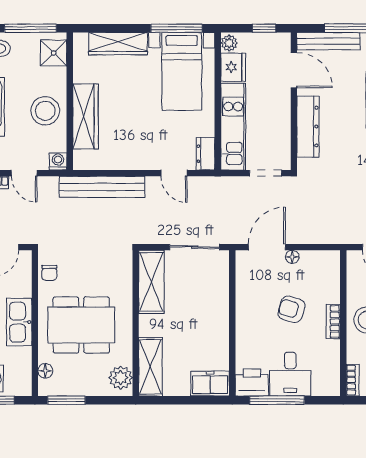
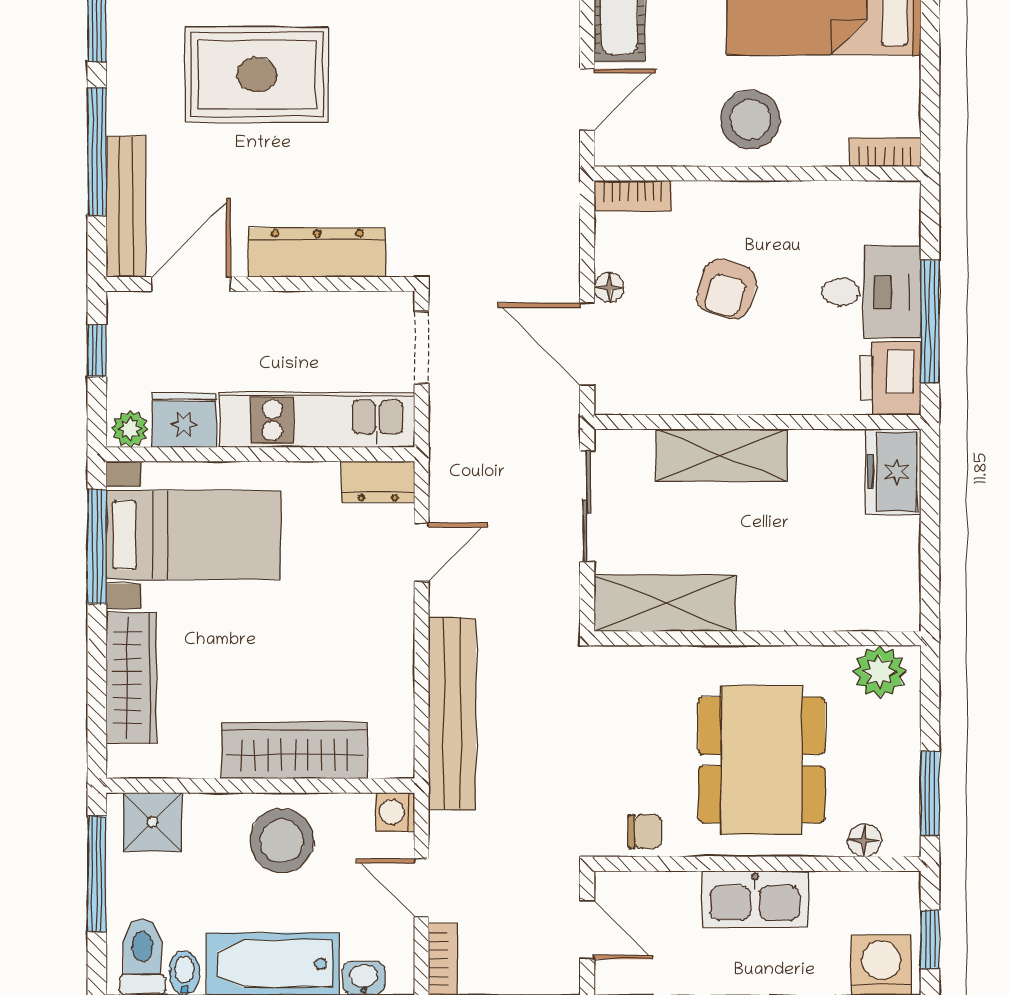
door: (24, 173) -> (421, 888), swing flipped
bookcase: (333, 322) -> (633, 196), moved
shelving: (150, 367) -> (722, 455), moved

